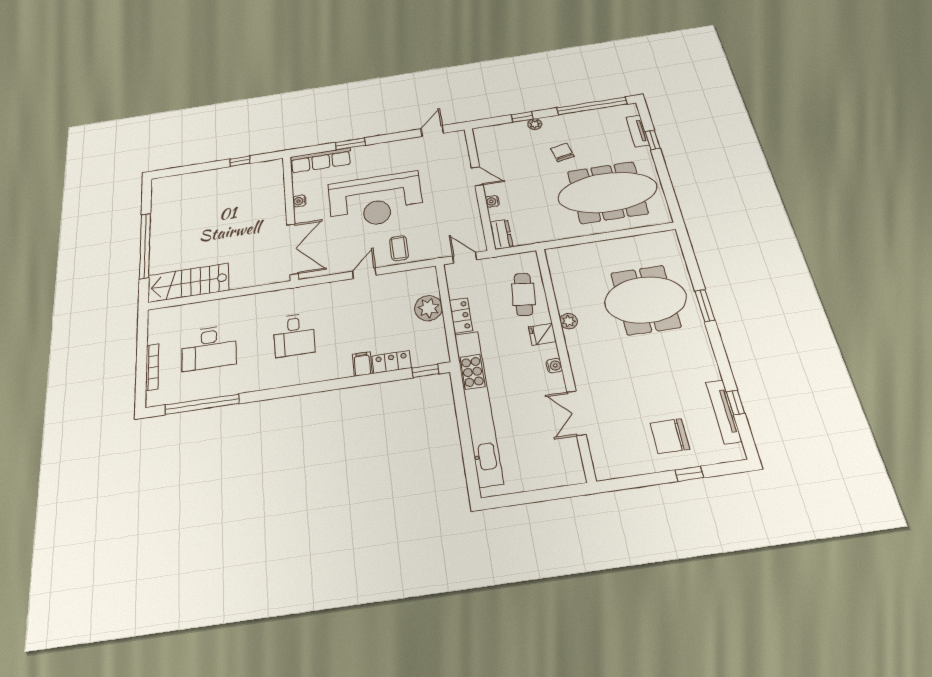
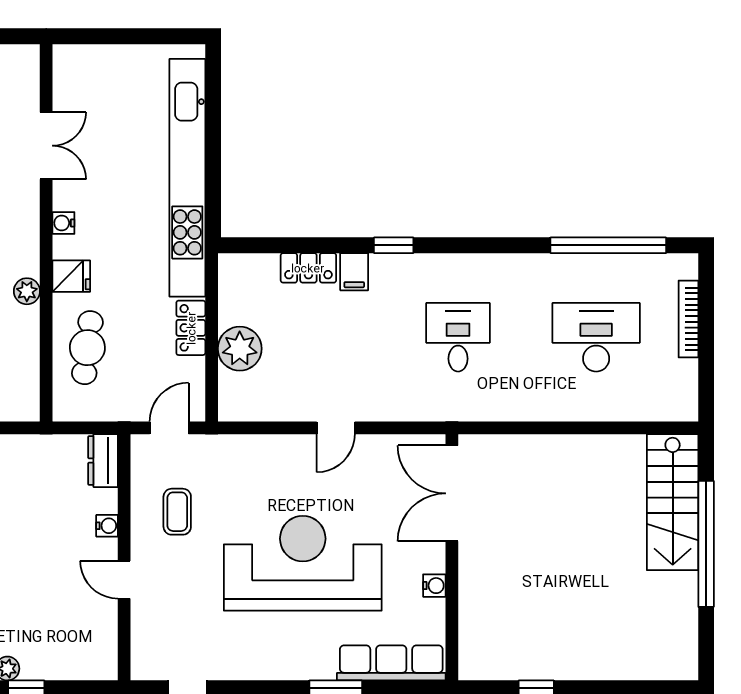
coffee table: (399, 248) -> (177, 512), moved
door: (465, 258) -> (169, 428), swing flipped
stairs: (188, 283) -> (673, 502), moved, turned 90
window: (426, 371) -> (394, 245), moved

